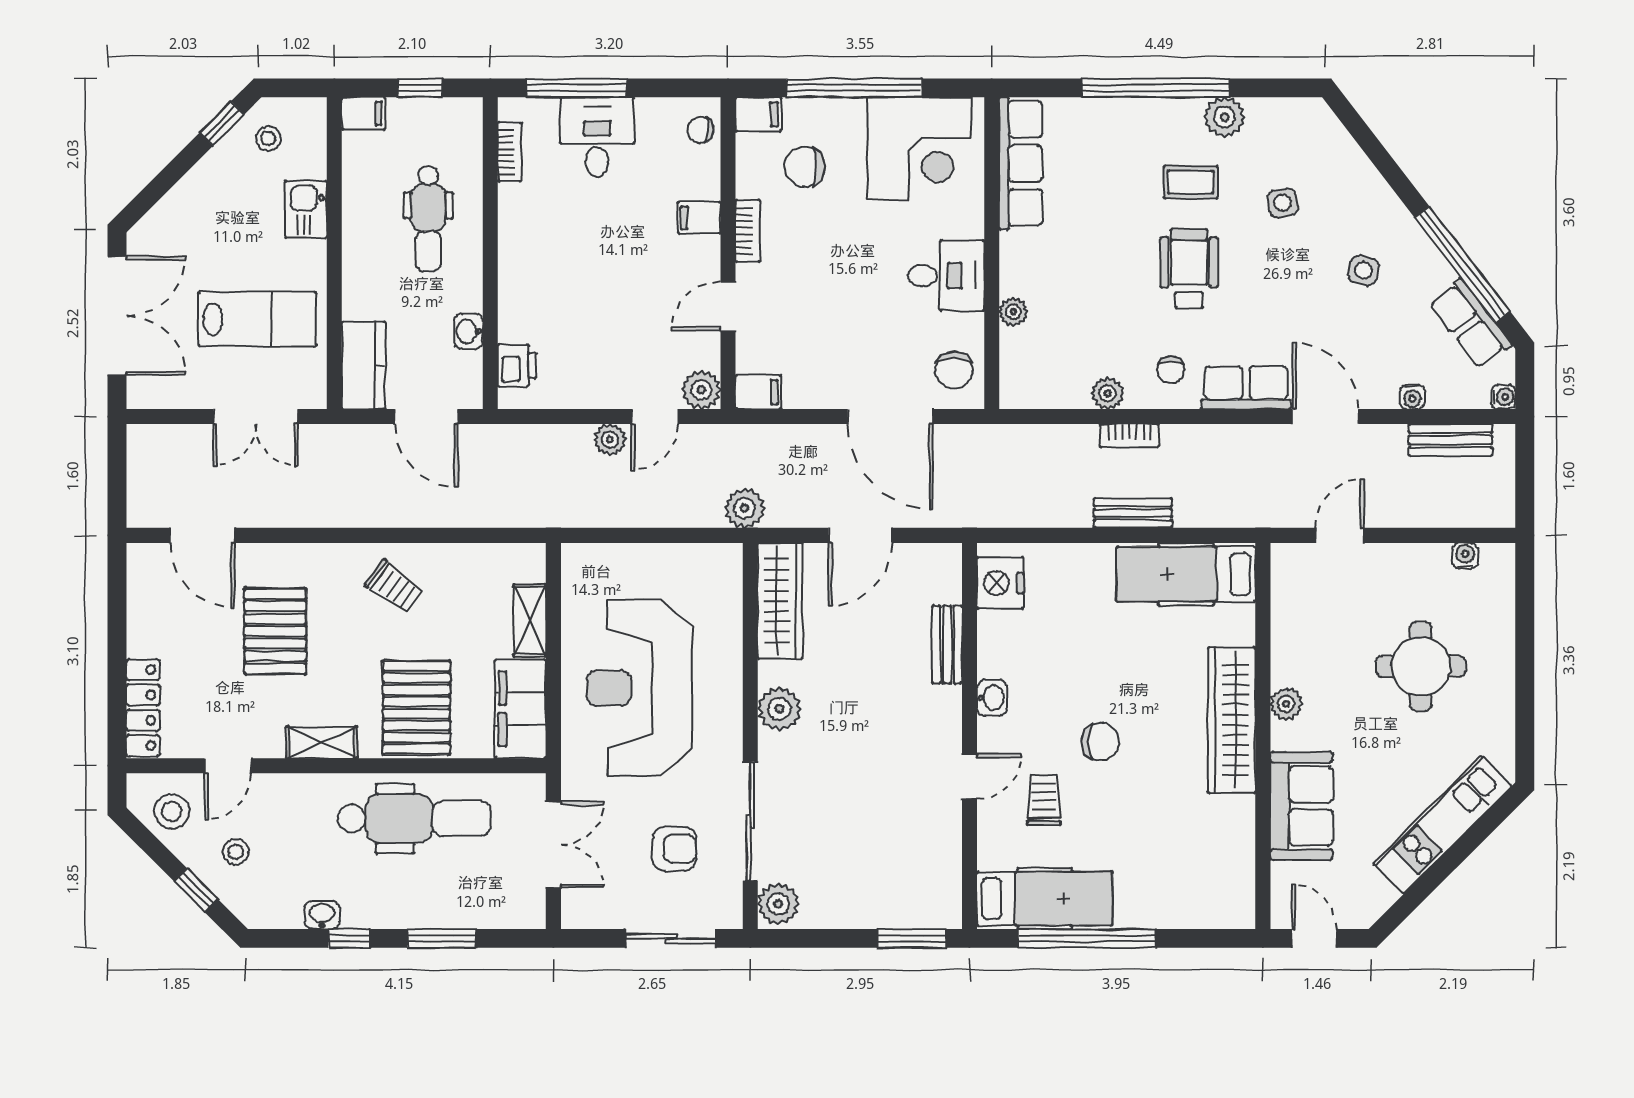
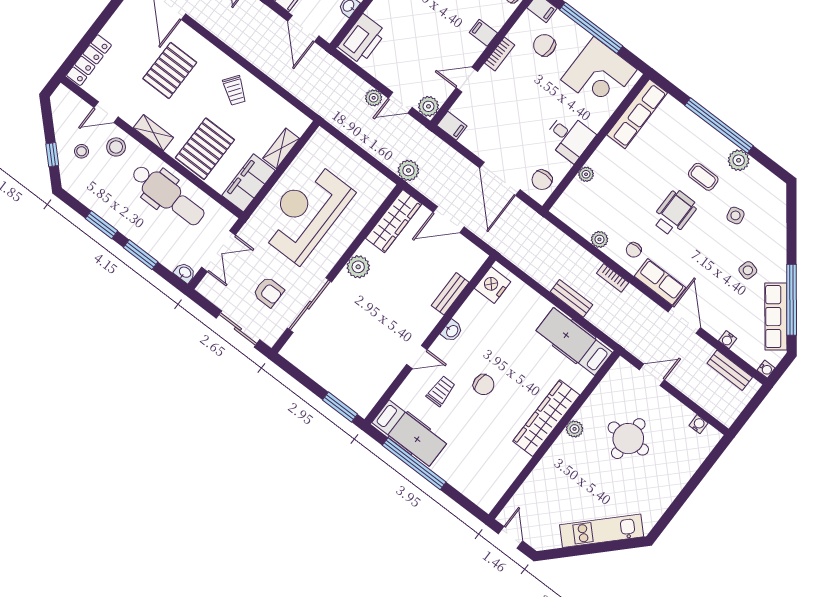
row of seats: (1470, 324) -> (776, 317), width x1.48
printer: (517, 365) -> (362, 39), width x1.87, depth x1.48
bookcase: (1129, 436) -> (613, 278), moved
round table: (1421, 666) -> (628, 439), moved
sofa: (1302, 806) -> (548, 477), removed
stool: (172, 811) -> (116, 147), moved
plant: (778, 904) -> (295, 349), removed
washbasin: (322, 915) -> (185, 273), moved
window: (349, 938) -> (102, 225), width x1.50

